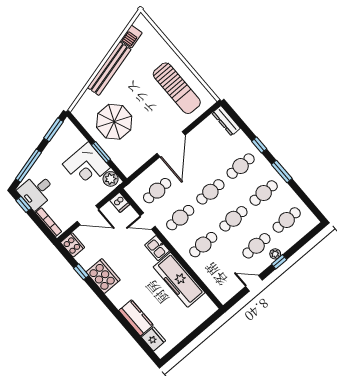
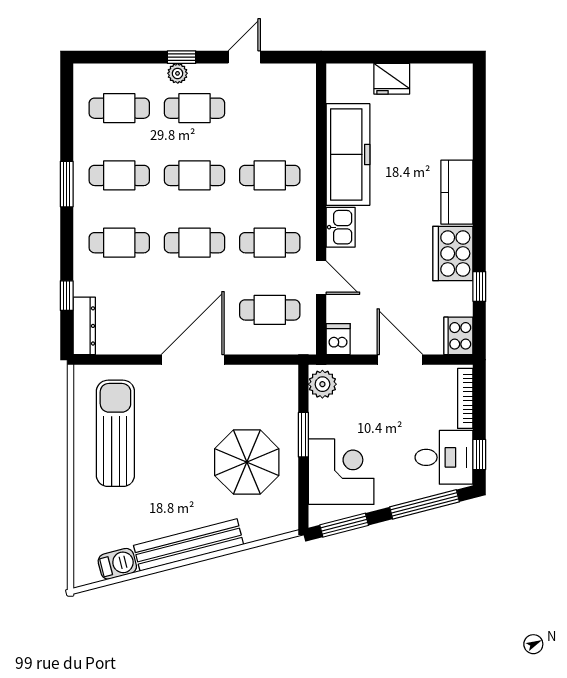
window: (259, 145) -> (67, 296), moved
corner desk: (86, 166) -> (341, 472), moved
door: (254, 283) -> (244, 57), swing flipped
kitchen counter: (136, 318) -> (457, 192), moved
fridge: (153, 339) -> (392, 79), moved, turned -90

